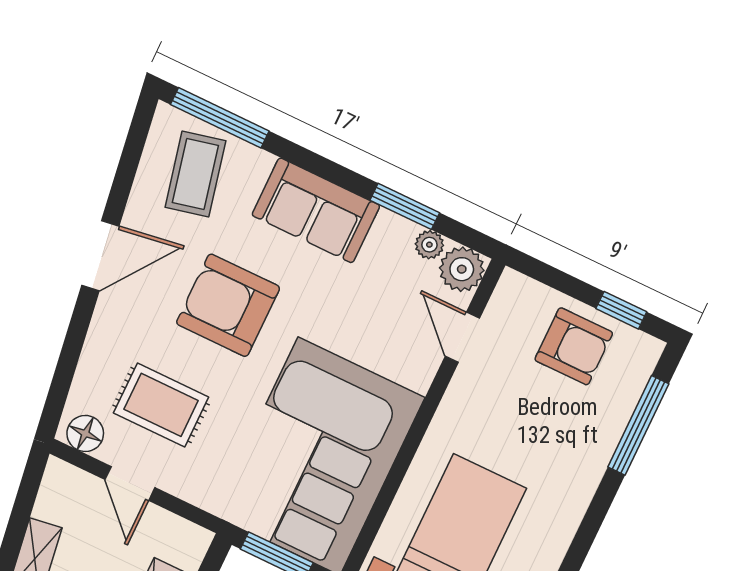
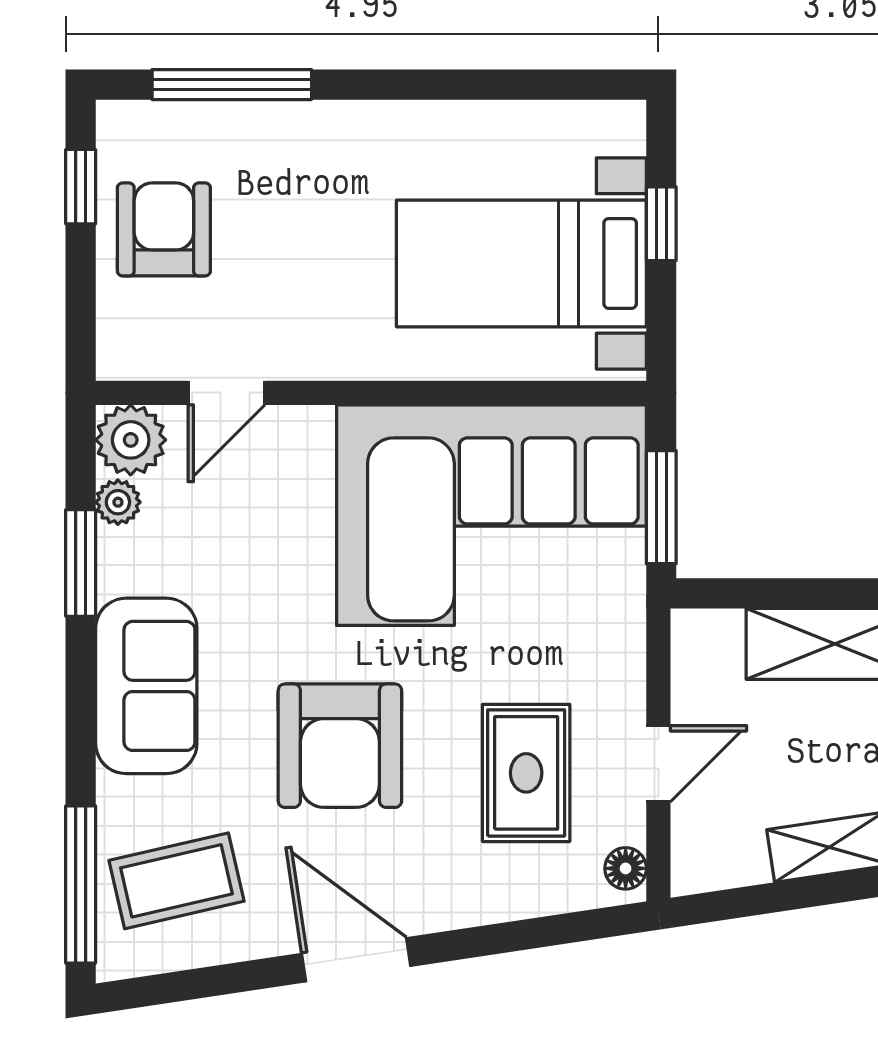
floor lamp: (85, 433) -> (626, 868), width x0.73, depth x0.73

